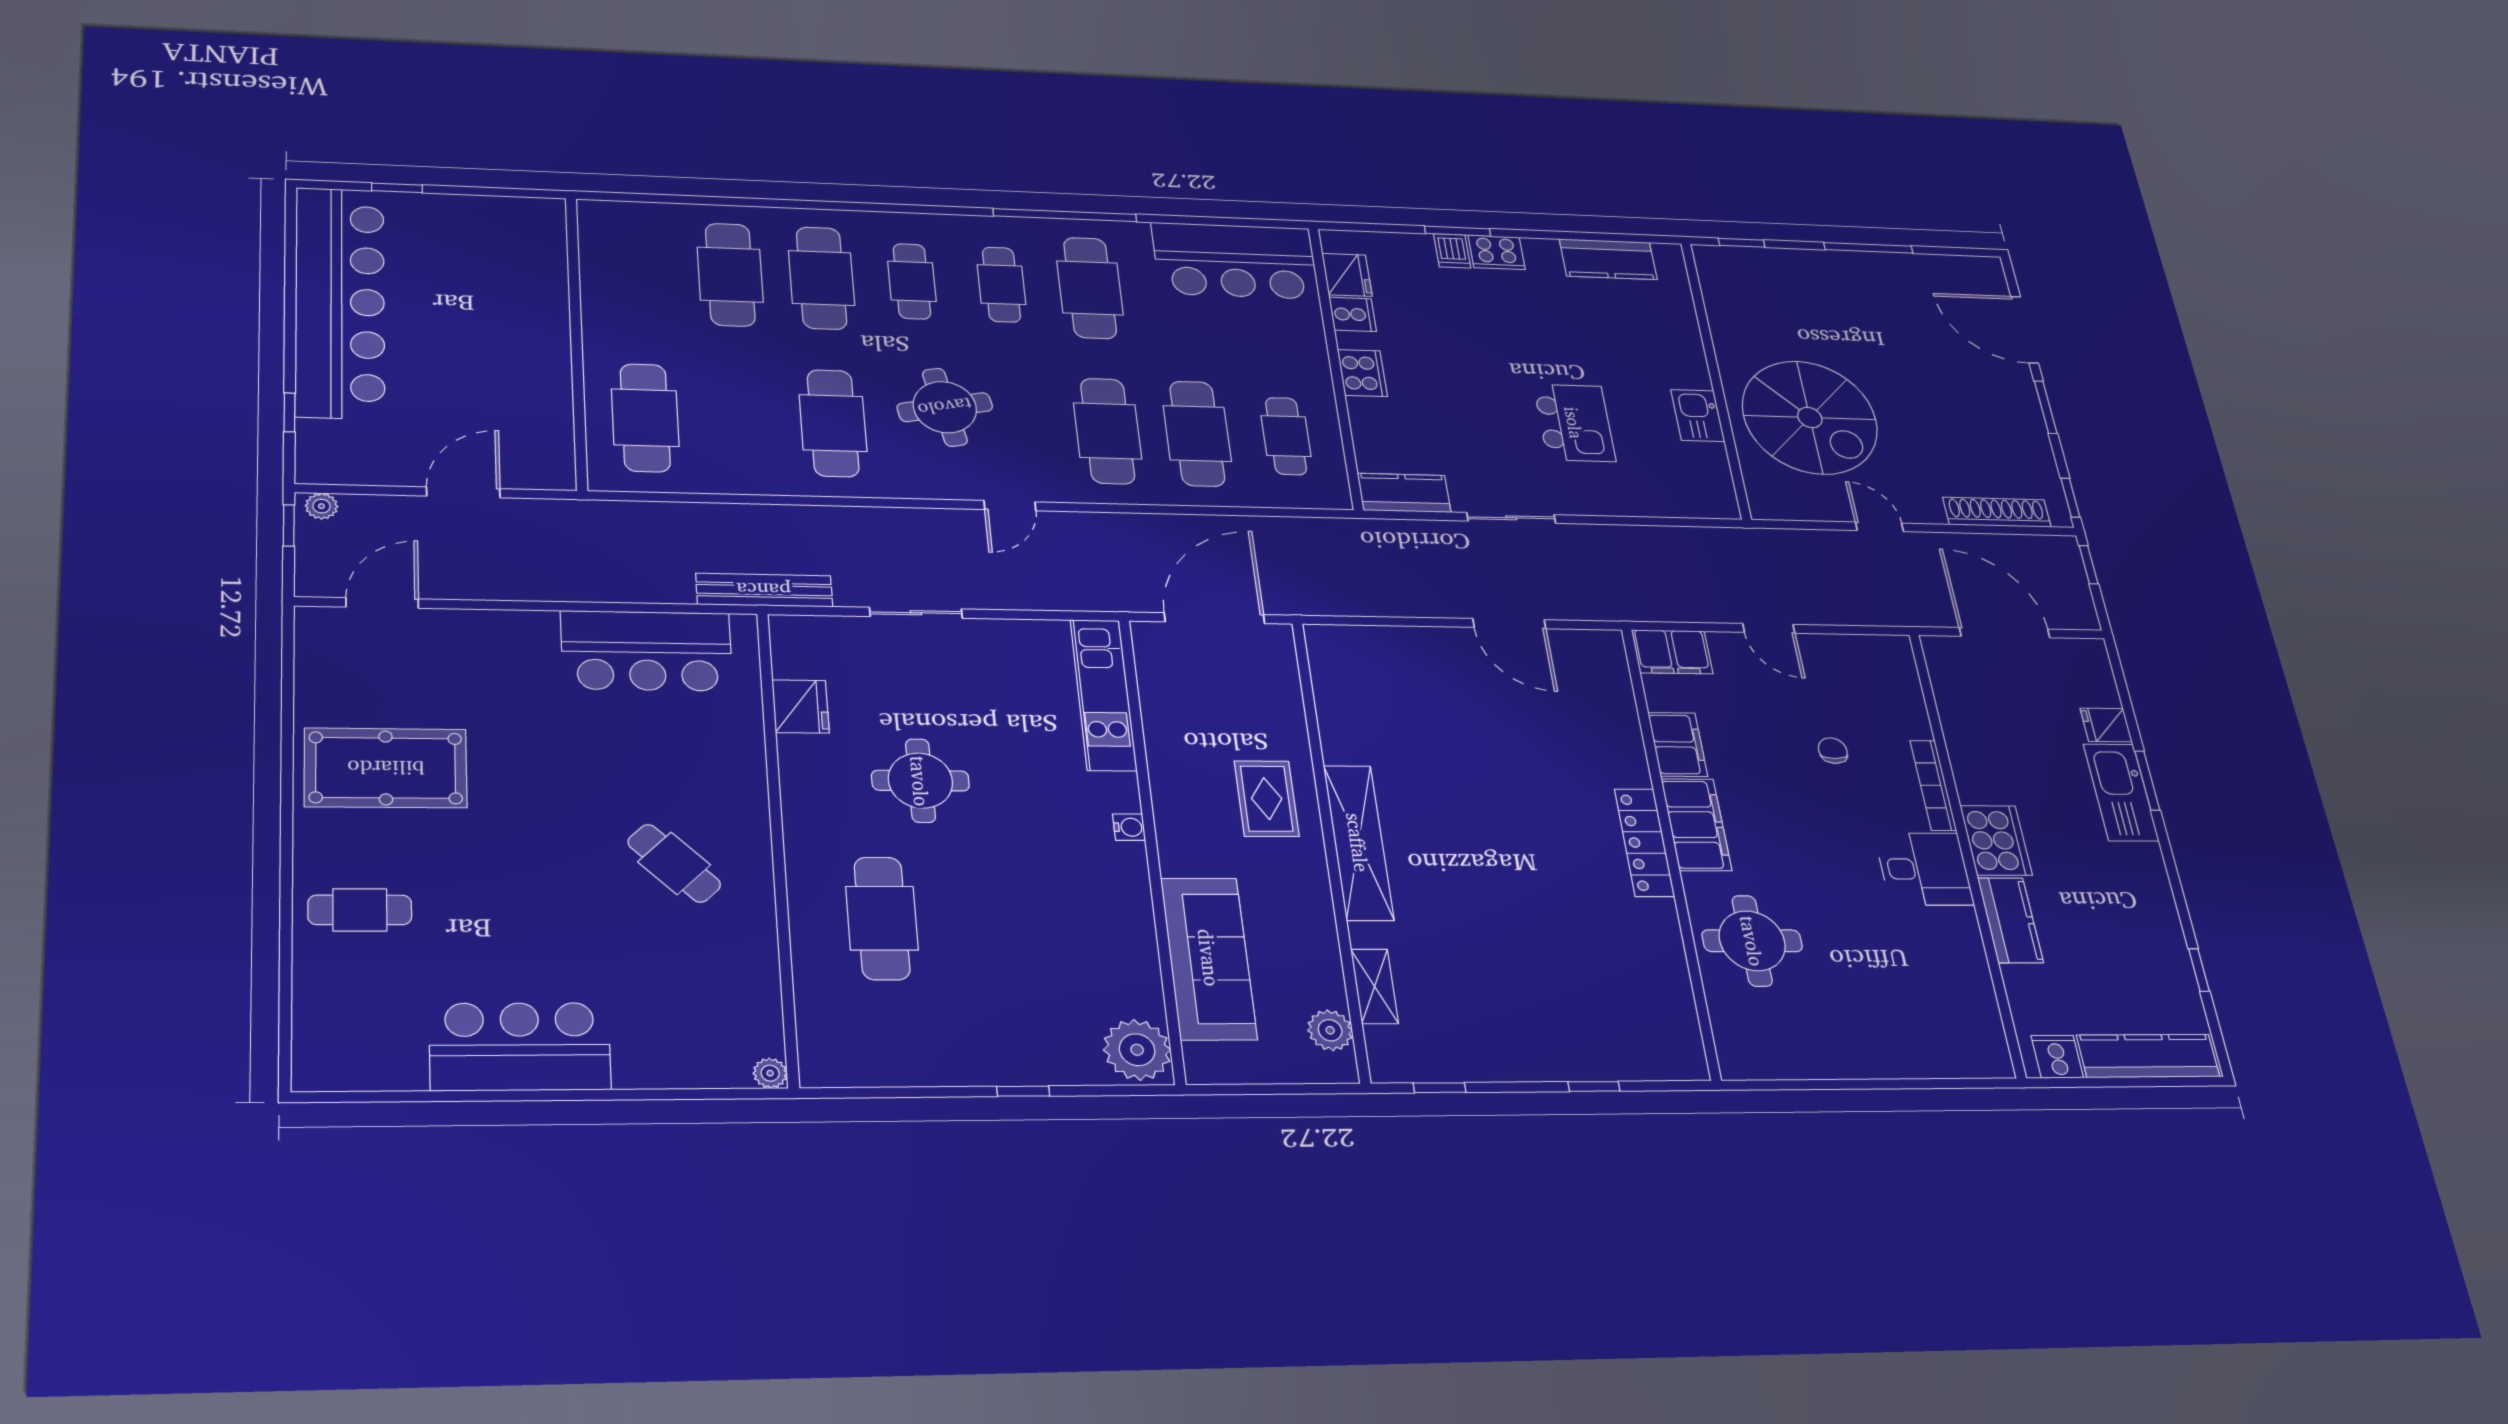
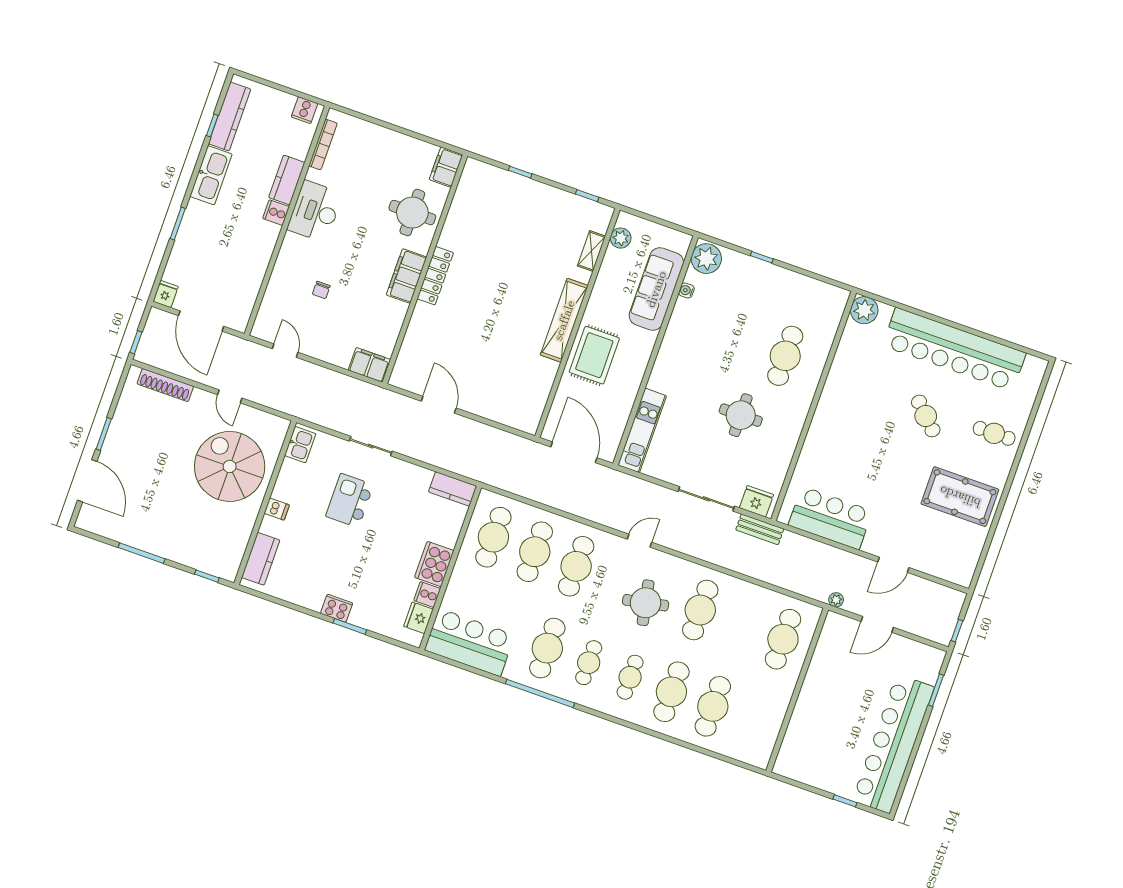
dishwasher: (1452, 251) -> (277, 509), moved, turned 90
kitchen counter: (1608, 259) -> (261, 559), moved, turned 90
cooker: (1362, 373) -> (434, 564), width x1.37, depth x1.31
window: (290, 412) -> (936, 690), width x1.50
kitchen sink: (1698, 416) -> (300, 445), moved
cafe table: (1286, 436) -> (493, 537), width x1.37, depth x1.35
window: (2070, 498) -> (122, 381), removed
plant: (322, 506) -> (836, 600), moved
sliding door: (1511, 518) -> (371, 446), moved
bench: (764, 590) -> (760, 529), width x0.73
door: (382, 603) -> (893, 565), moved
sliding door: (916, 613) -> (706, 499), width x1.37
door: (1215, 618) -> (574, 452), swing flipped
door: (1769, 628) -> (285, 351), moved
fridge: (801, 707) -> (756, 501), moved, turned 90
fridge: (2106, 725) -> (166, 294), moved, turned -90
filing cabinet: (1678, 744) -> (446, 167), moved
bookcase: (1933, 785) -> (323, 144), moved
kitchen sink: (2121, 792) -> (211, 175), moved
rug: (1267, 799) -> (594, 355), width x1.36, depth x1.43
water cooler: (1129, 827) -> (686, 291), moved
cooker: (1996, 840) -> (276, 213), width x0.53, depth x0.76
cafe table: (674, 863) -> (926, 416), moved
desk: (1924, 869) -> (315, 211), width x1.37
bar counter: (520, 1047) -> (954, 349), width x1.86
kitchen counter: (2148, 1056) -> (230, 116), moved, turned -90
plant: (770, 1073) -> (864, 310), width x1.87, depth x1.87

